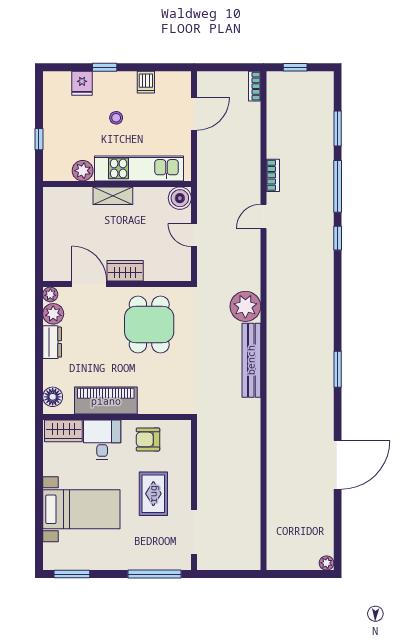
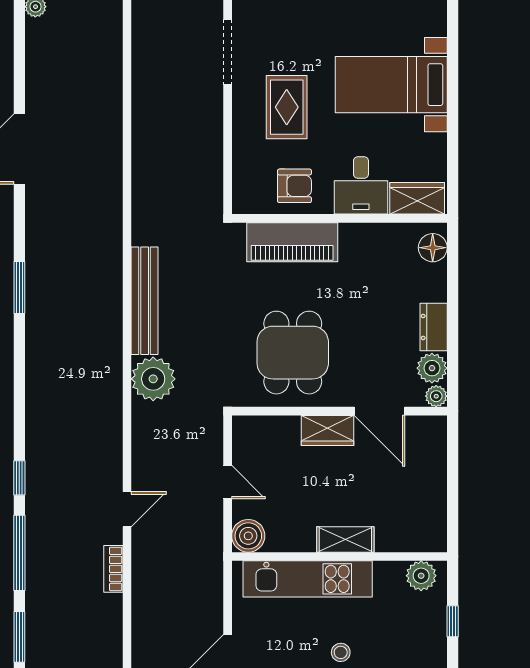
plant: (83, 171) -> (421, 576), moved
piano: (106, 401) -> (292, 242), moved

